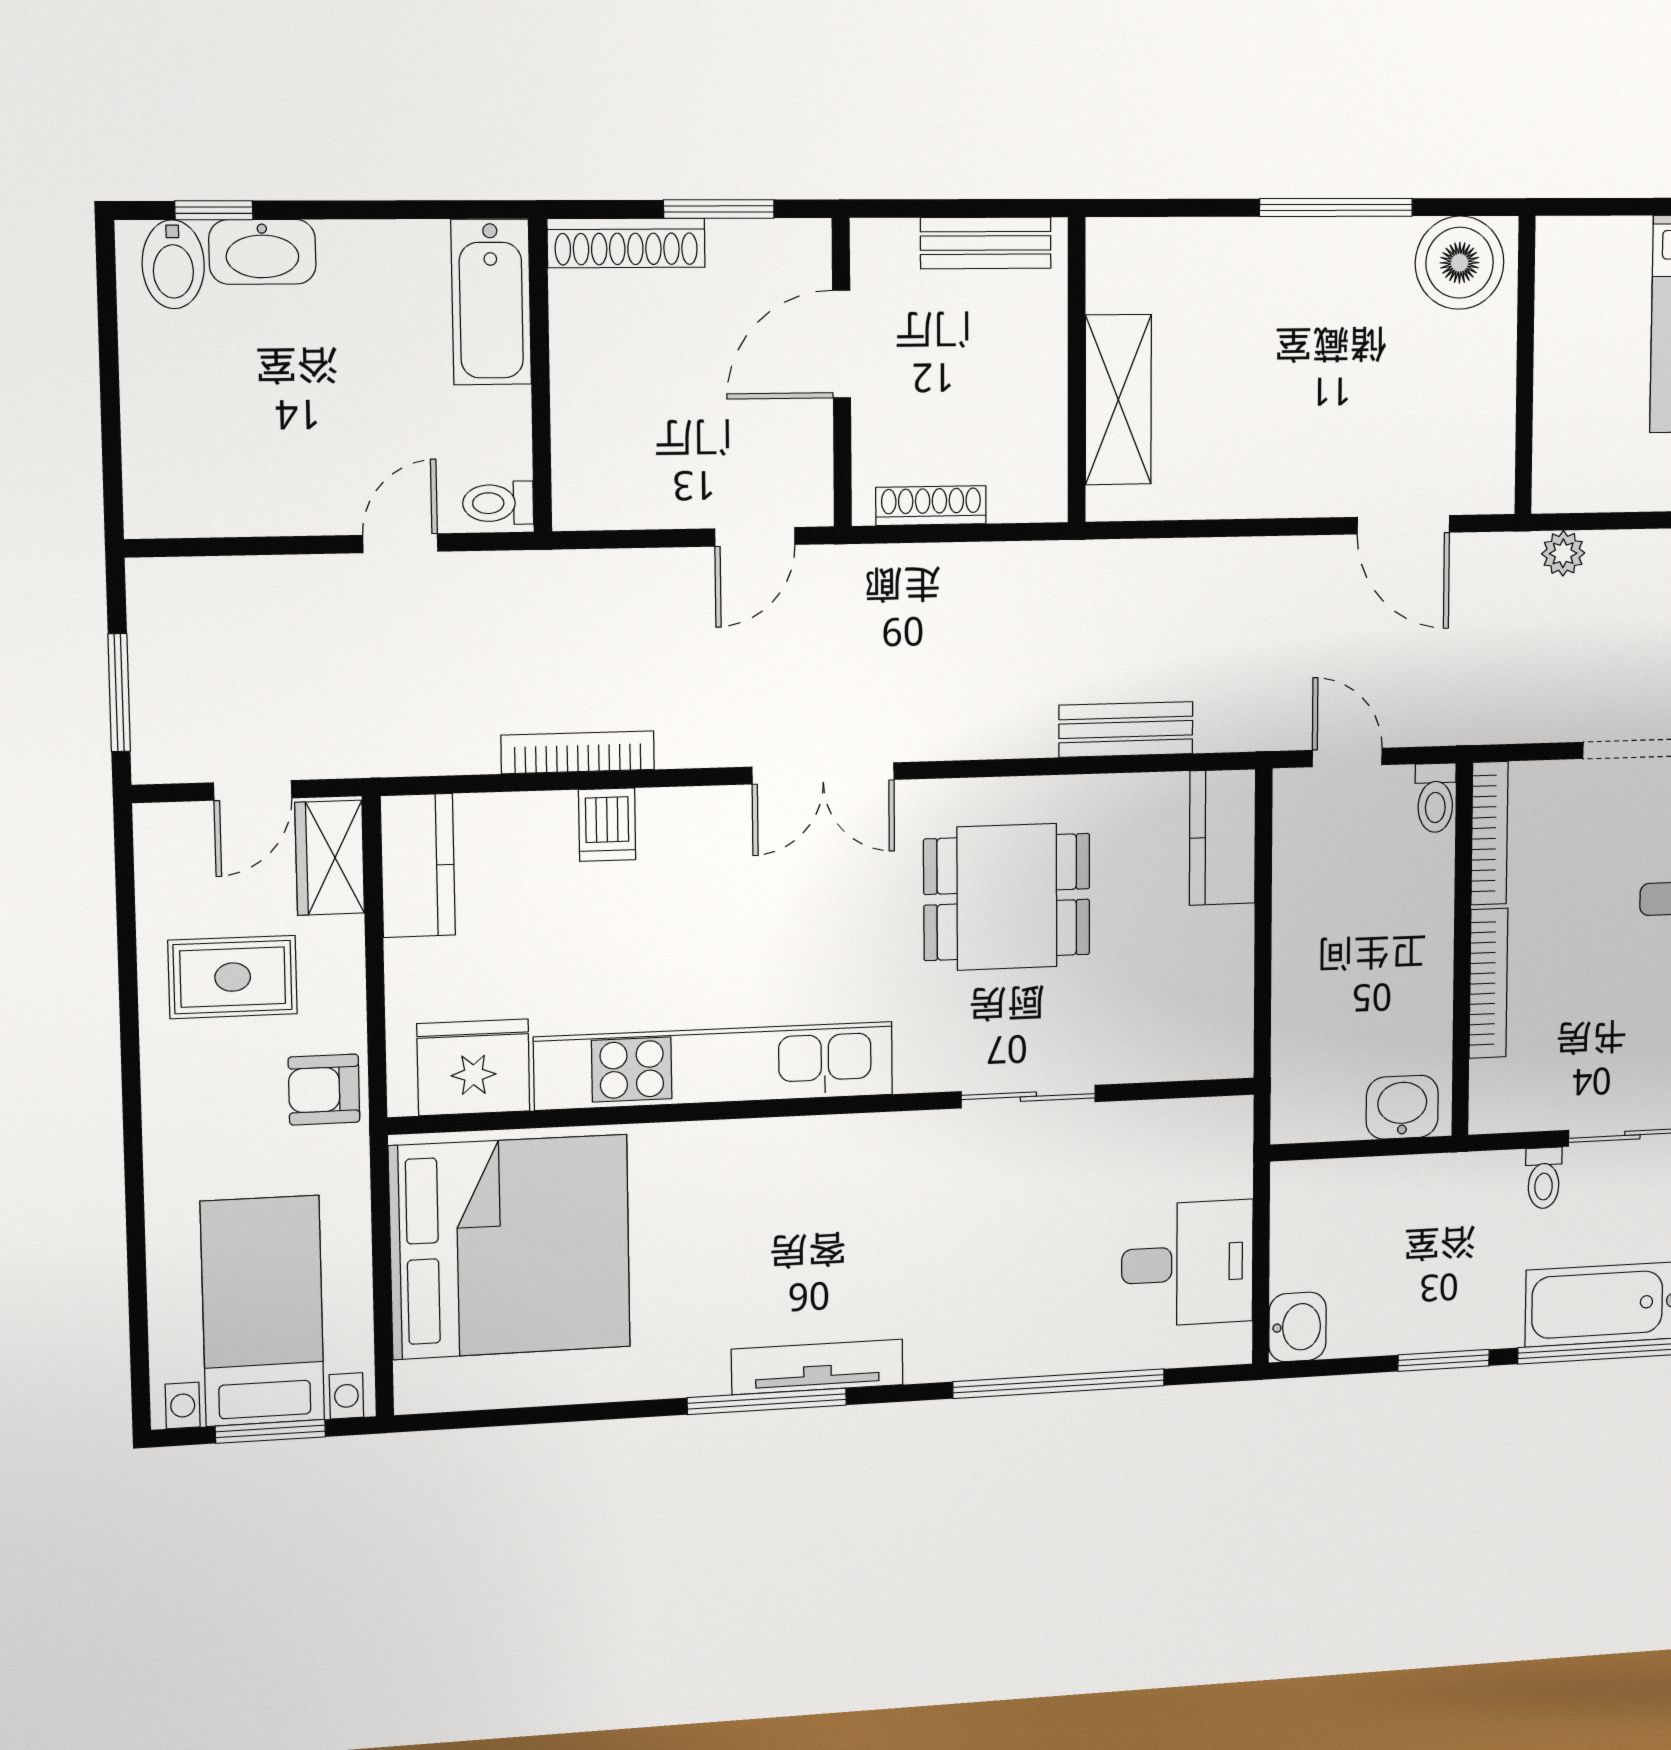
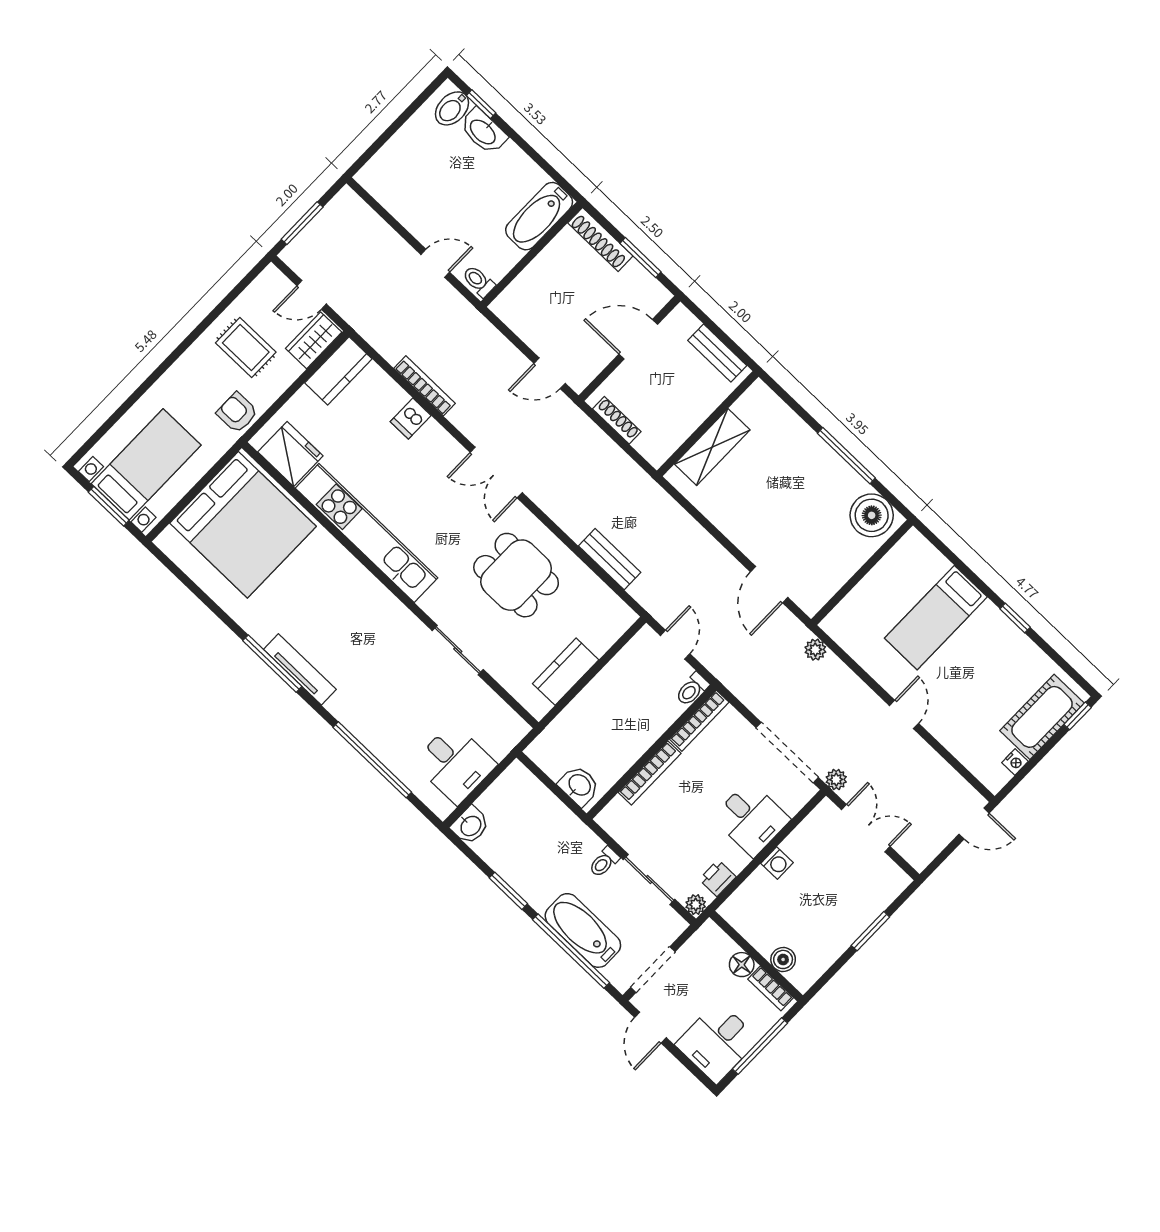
kitchen counter: (1222, 837) -> (566, 672), moved

